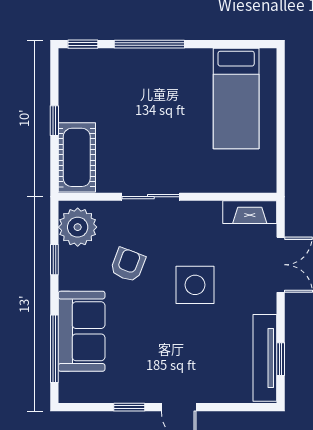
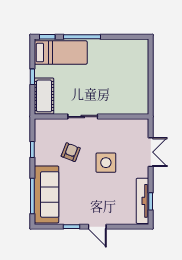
bed: (236, 98) -> (61, 53), moved, turned -90
fireplace: (250, 212) -> (135, 125), removed
plant: (78, 227) -> (44, 132), removed
sofa: (82, 331) -> (47, 194), width x1.36

